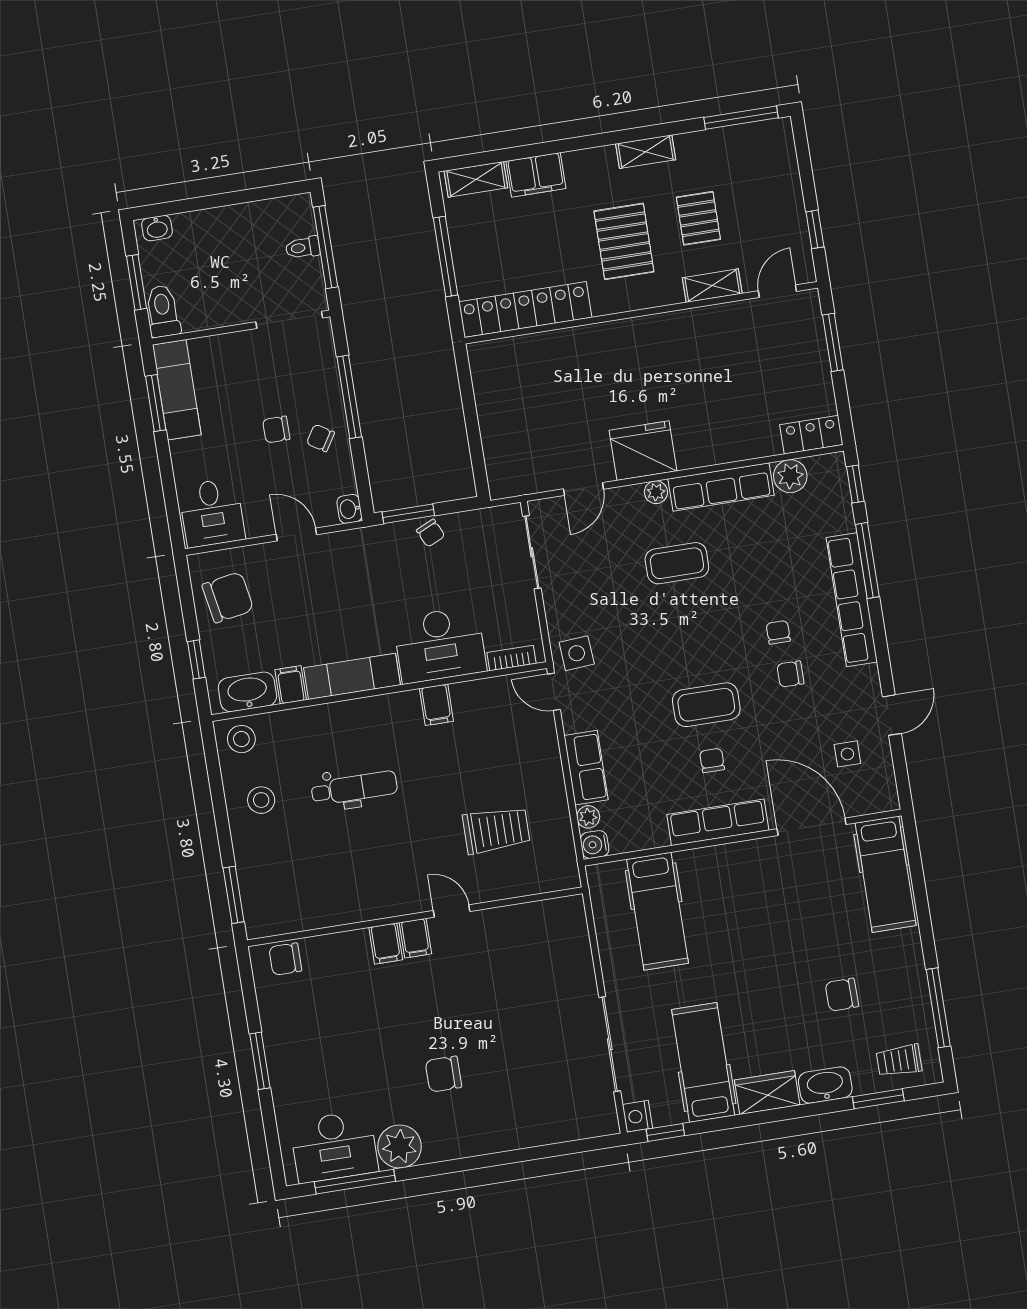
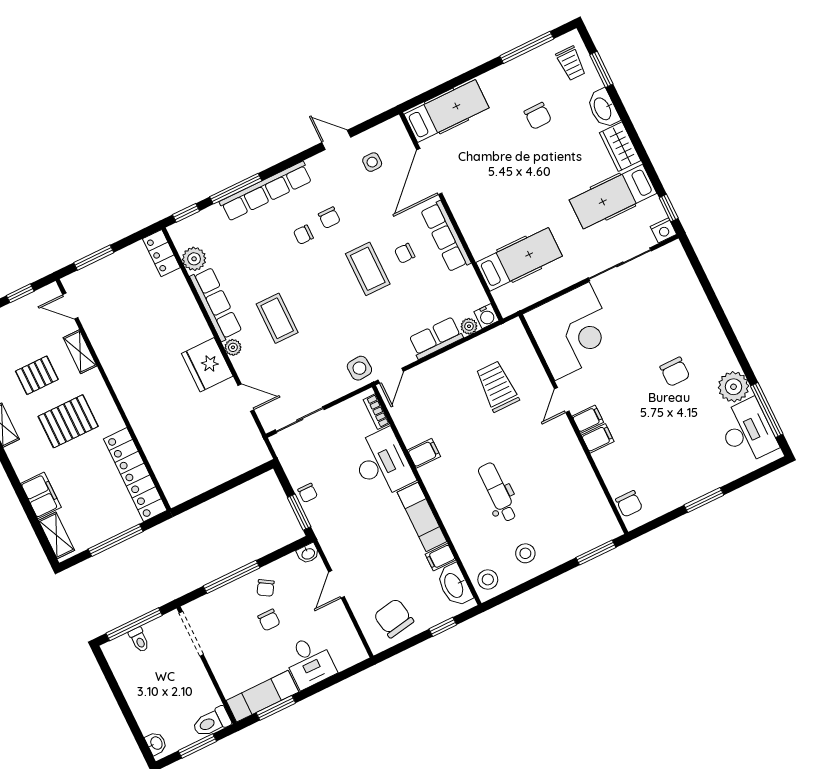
desk: (212, 513) -> (309, 662), moved, turned 90
chair: (431, 533) -> (308, 493), turned 115
corner desk: (540, 953) -> (572, 331), added

